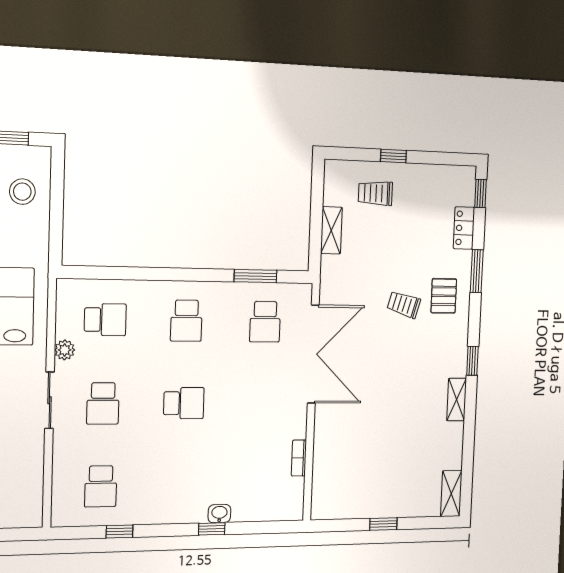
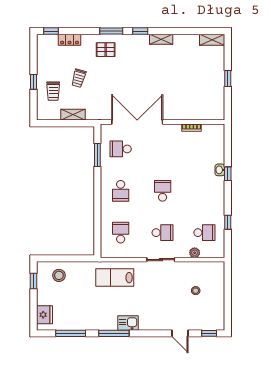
window: (477, 271) -> (111, 31), moved
trolley: (404, 305) -> (79, 78), moved
school desk: (186, 321) -> (121, 191), turned 90
school desk: (265, 322) -> (121, 149), turned 180
plant: (65, 350) -> (195, 253), moved

